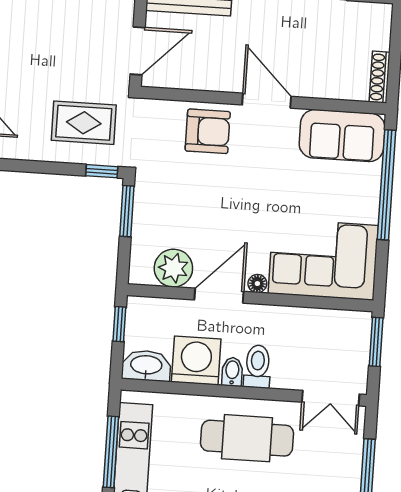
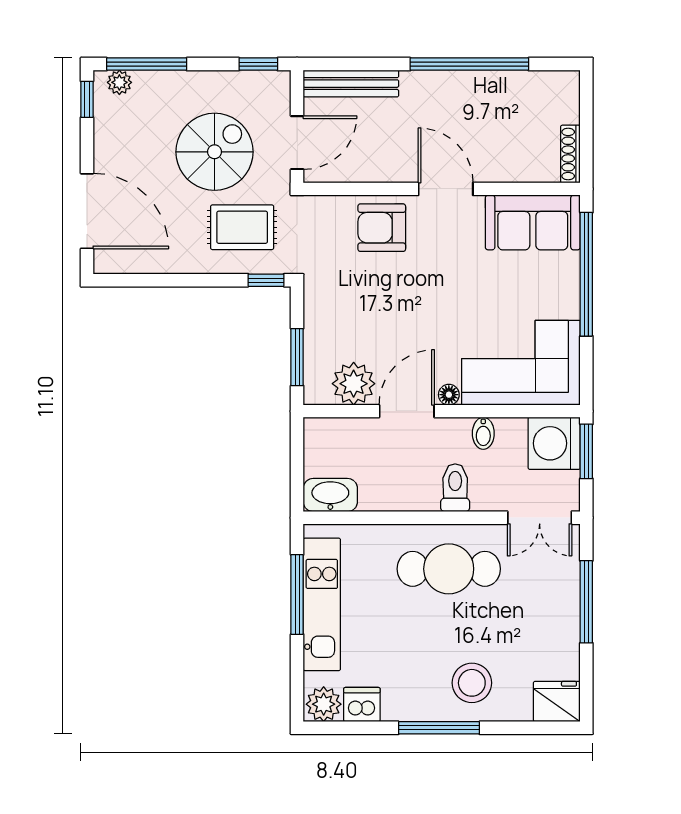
spiral stairs: (64, 54) -> (215, 152), added
armchair: (208, 131) -> (382, 228), turned 180
window: (127, 211) -> (297, 357), moved
window: (119, 324) -> (297, 450), removed
washing machine: (196, 360) -> (554, 443), moved, turned -90
bidet: (232, 372) -> (483, 433), moved, turned 180

